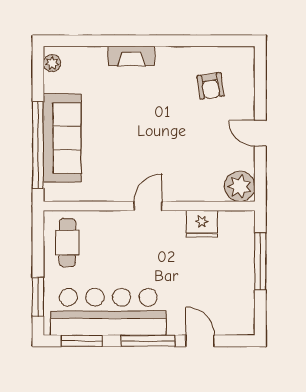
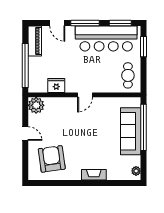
armchair: (211, 86) -> (52, 159), width x1.88, depth x1.88
window: (260, 261) -> (25, 65), width x1.46
piano: (242, 307) -> (35, 41), added

